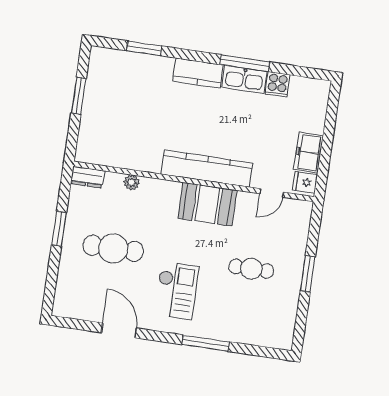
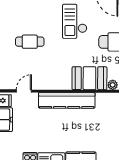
booth: (207, 204) -> (89, 78), moved

